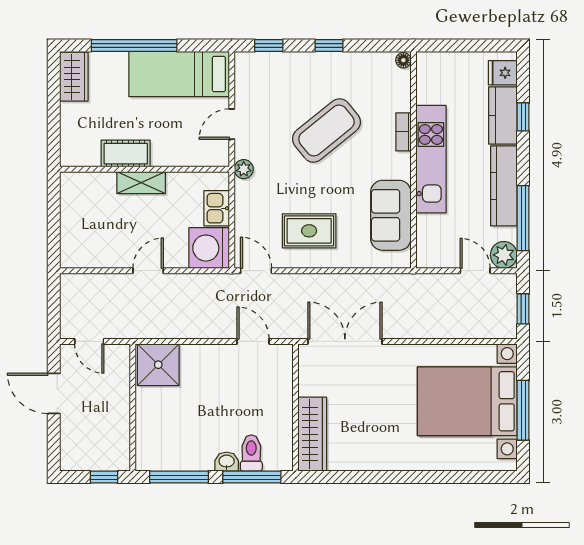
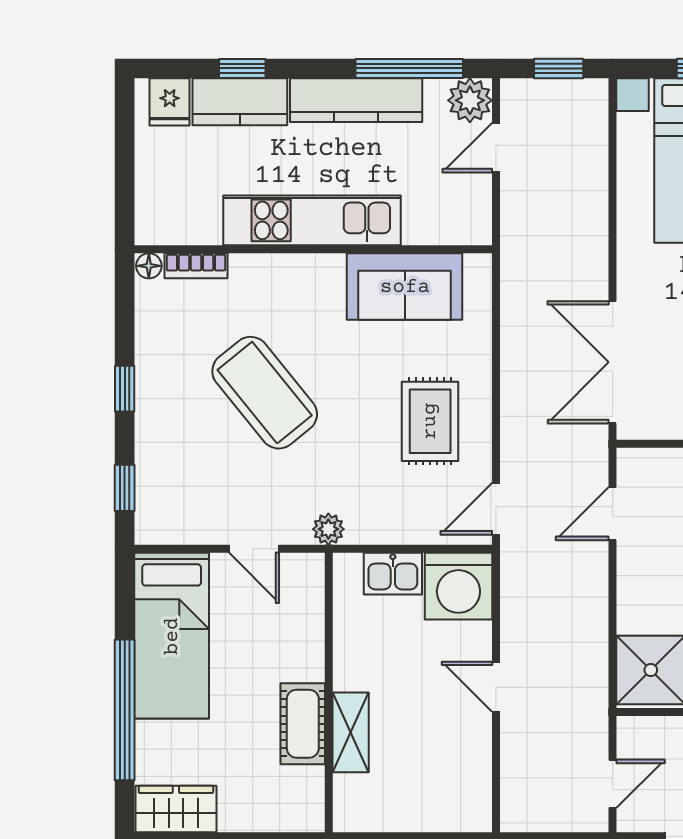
bookcase: (403, 132) -> (196, 266), moved
shelving: (141, 183) -> (351, 732), moved

